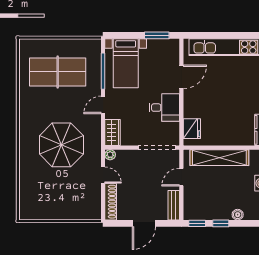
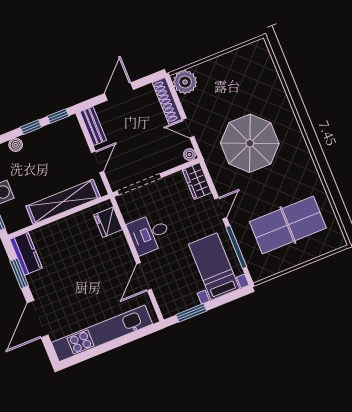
plant: (91, 210) -> (185, 82), added

